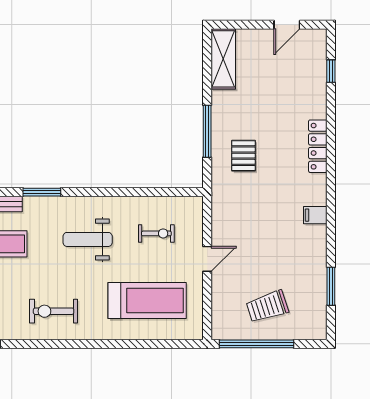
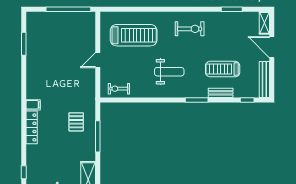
filing cabinet: (315, 215) -> (33, 105), moved
exercise bike: (156, 233) -> (119, 89), moved
treadmill: (147, 301) -> (134, 35), turned 180
trolley: (267, 306) -> (62, 32), removed

